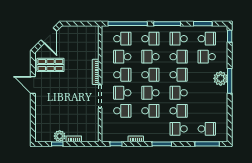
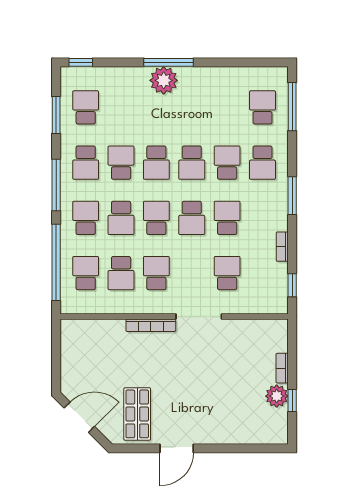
school desk: (207, 57) -> (121, 107), removed
school desk: (179, 75) -> (156, 163), turned 180
school desk: (122, 93) -> (192, 273), removed

